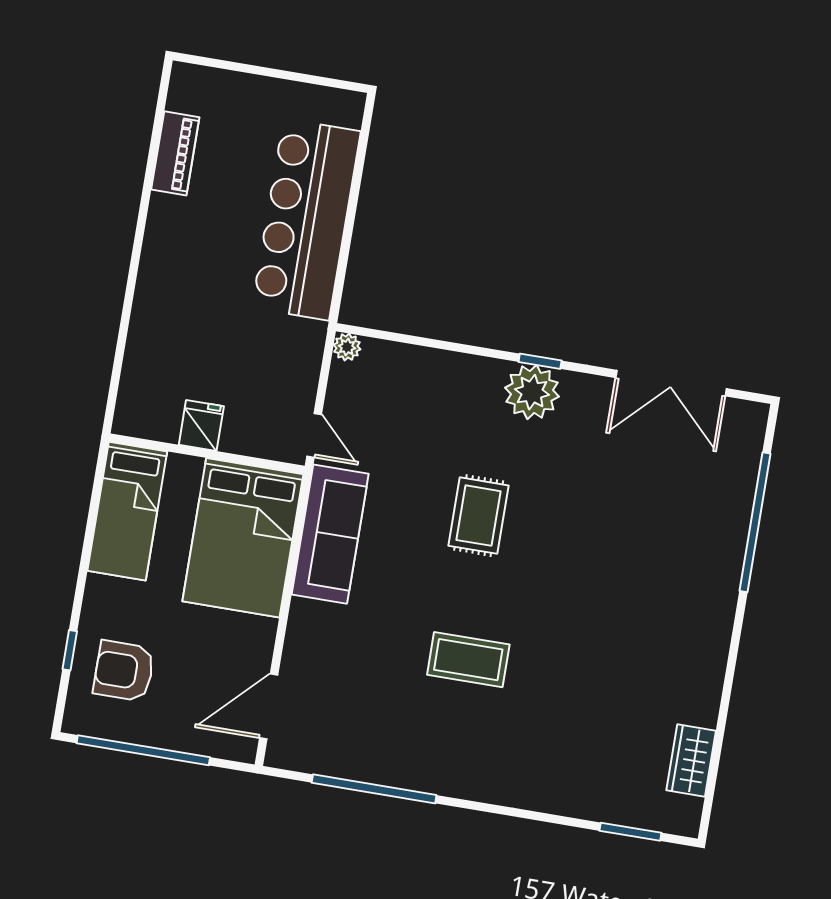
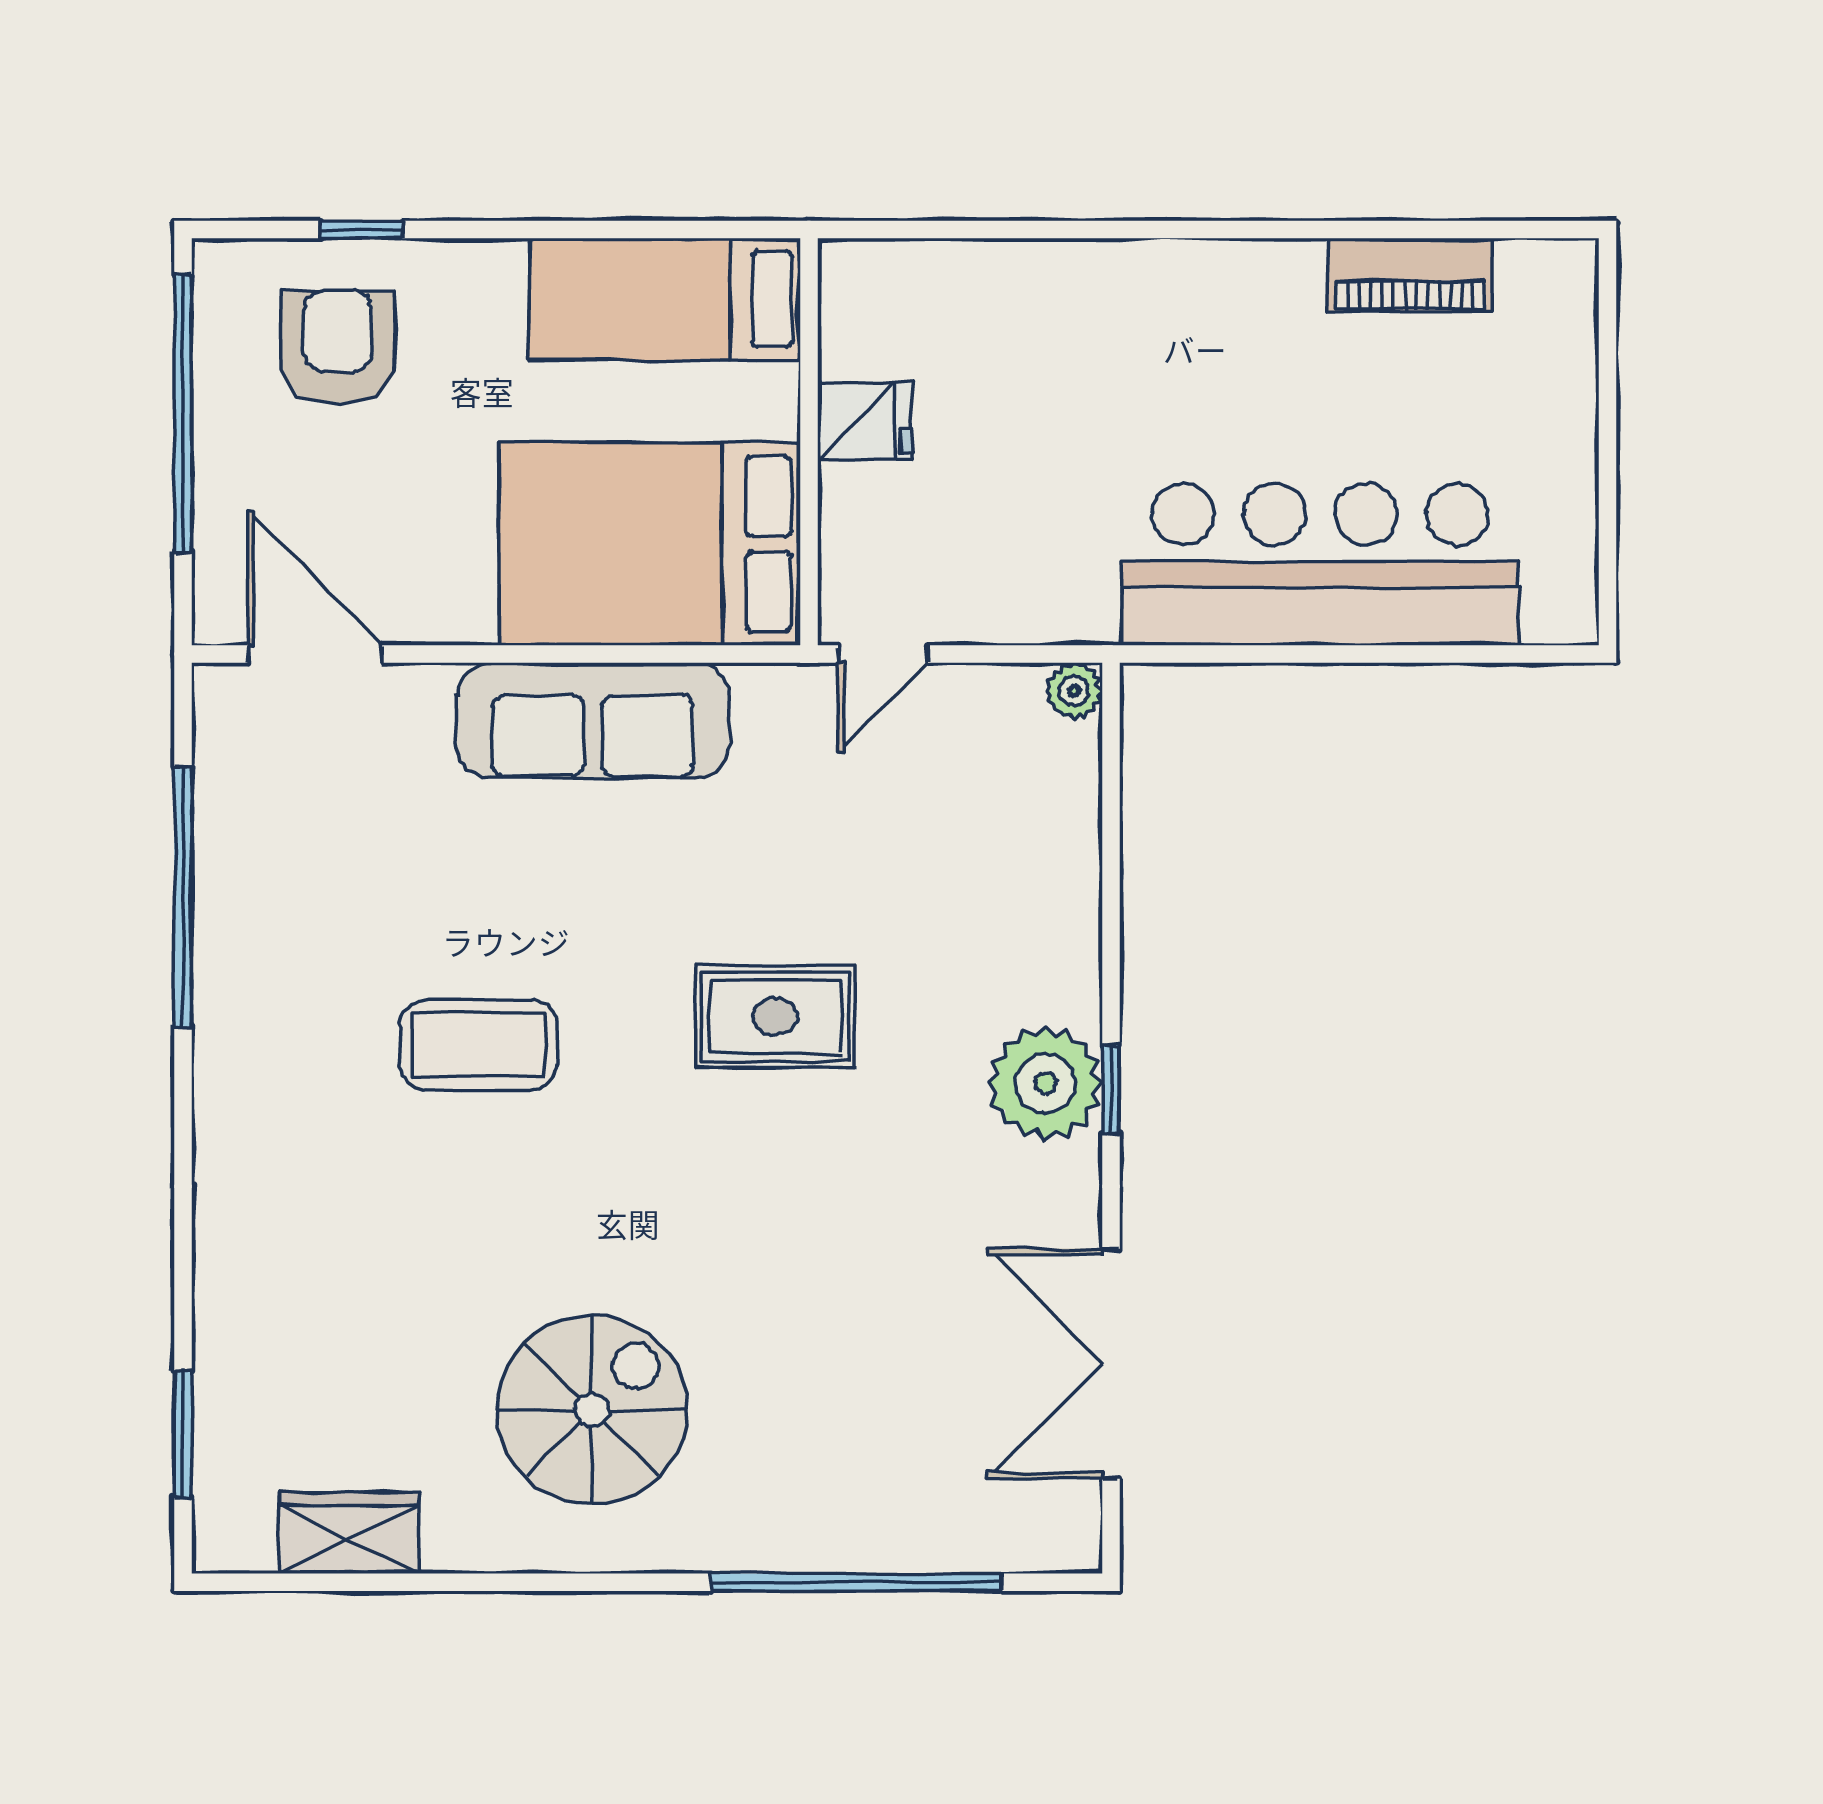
sofa: (330, 534) -> (593, 721), moved
spiral stairs: (652, 635) -> (592, 1410), added
coffee table: (468, 660) -> (478, 1045), turned 90

